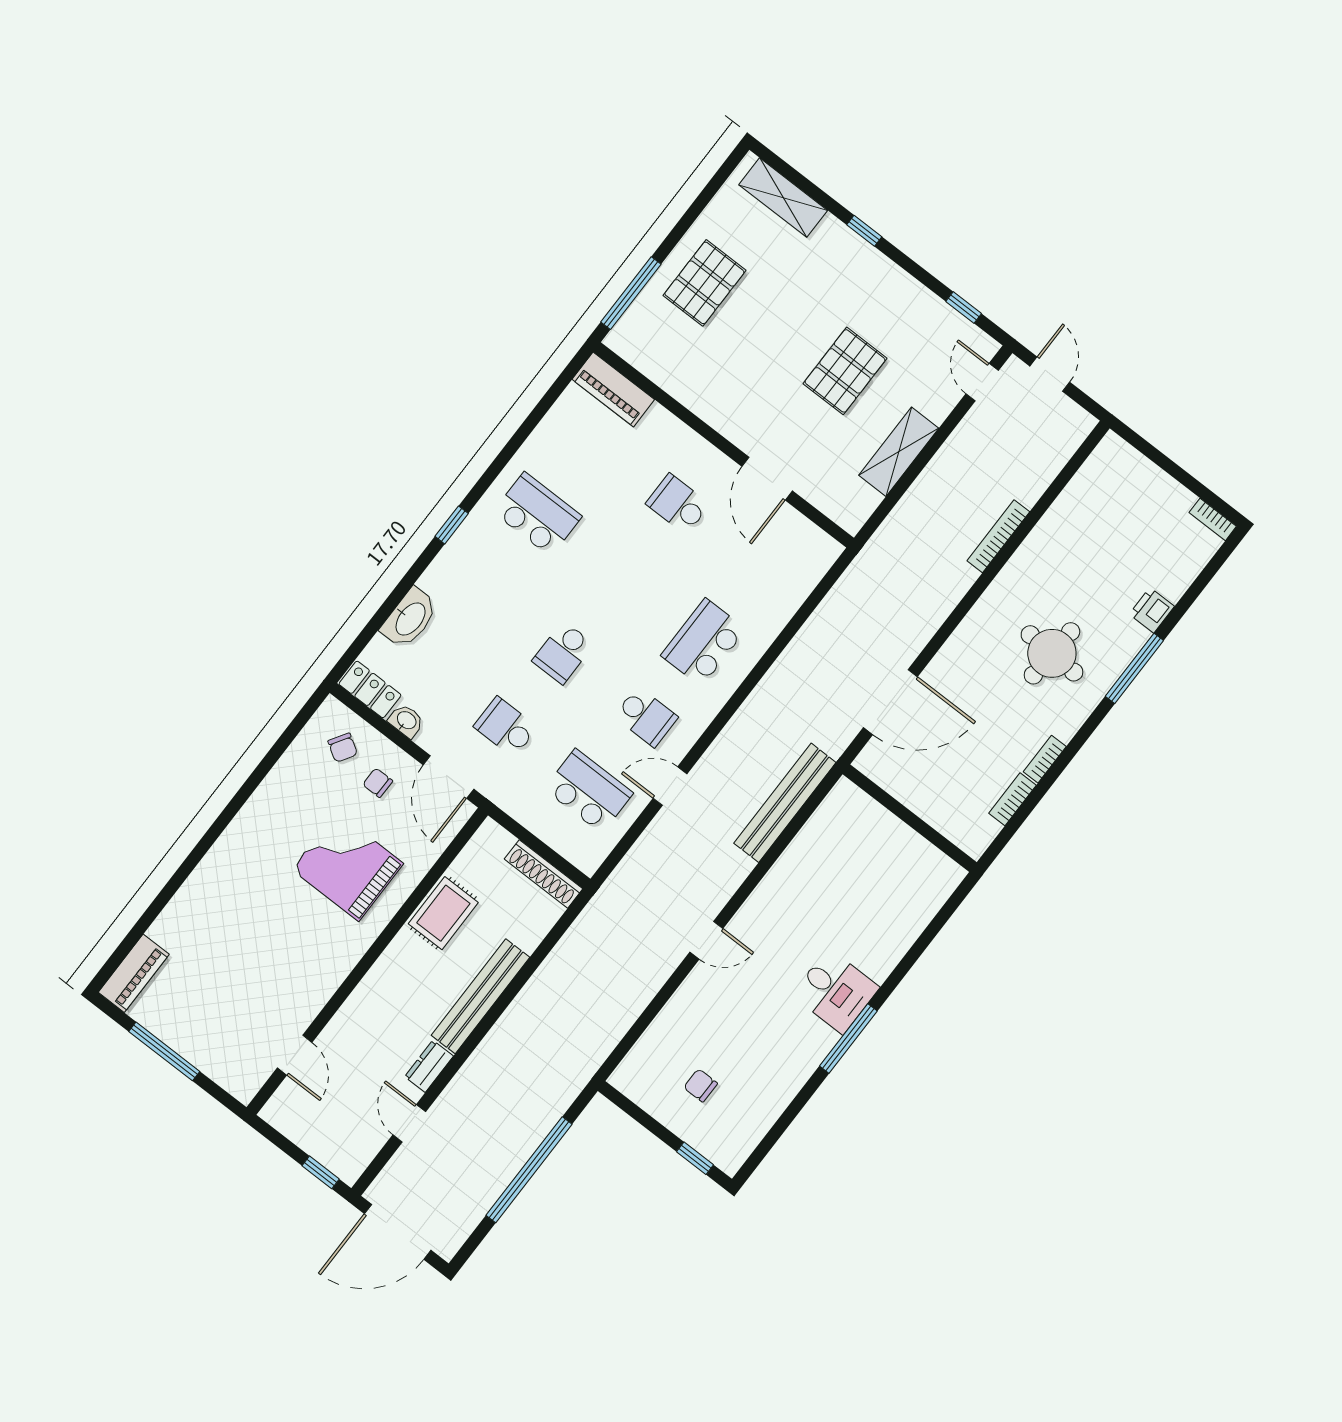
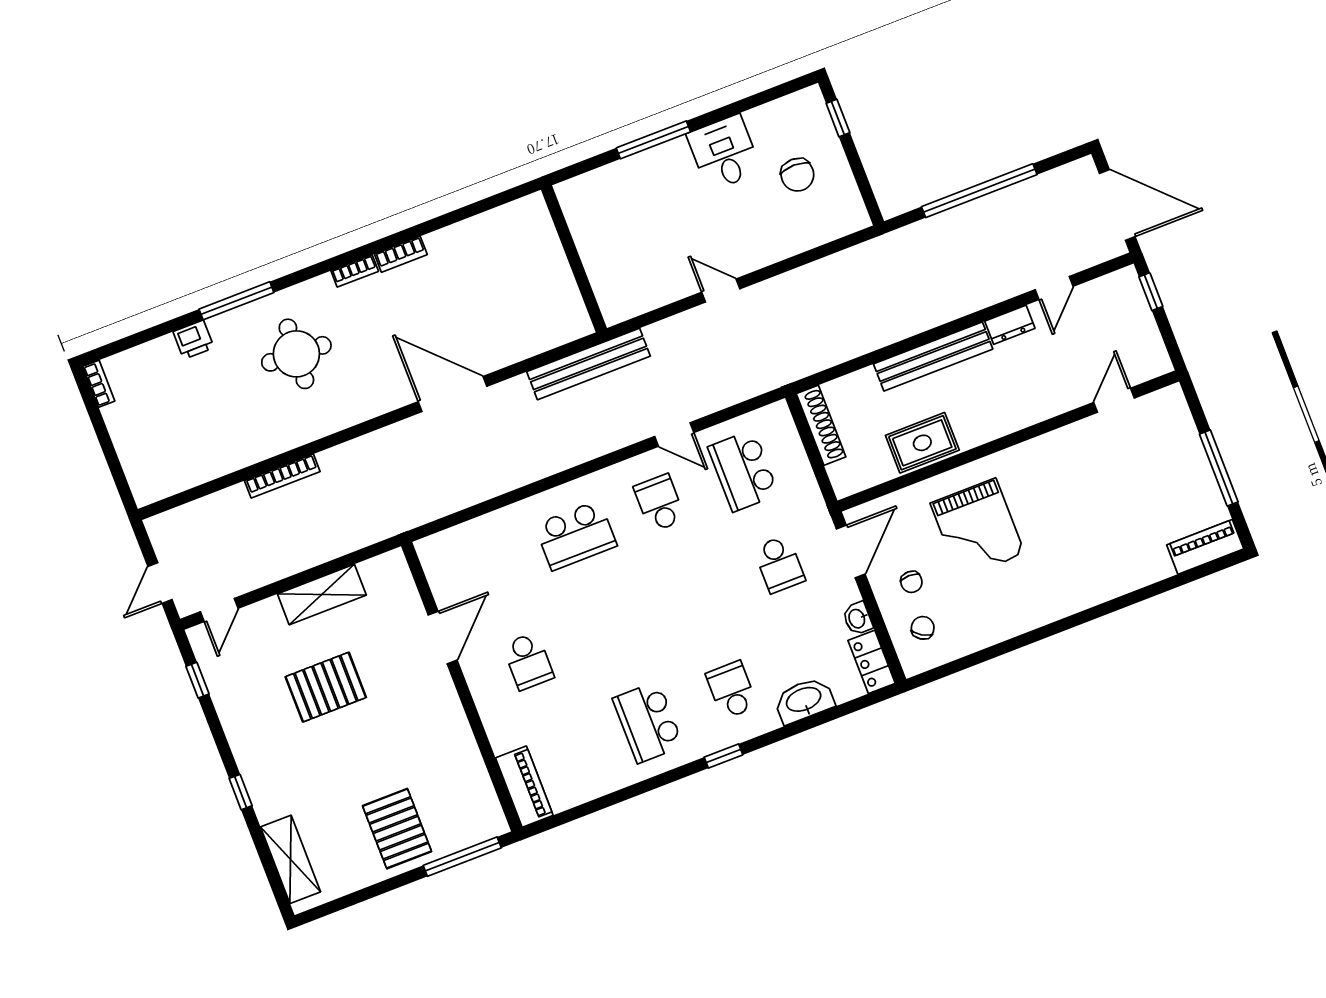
pallet: (704, 283) -> (397, 829), turned 90
school desk: (563, 653) -> (732, 690), moved, turned -90
wall: (910, 818) -> (574, 259), moved
desk: (835, 991) -> (724, 153), moved
chair: (701, 1085) -> (797, 175), width x1.37, depth x1.37

